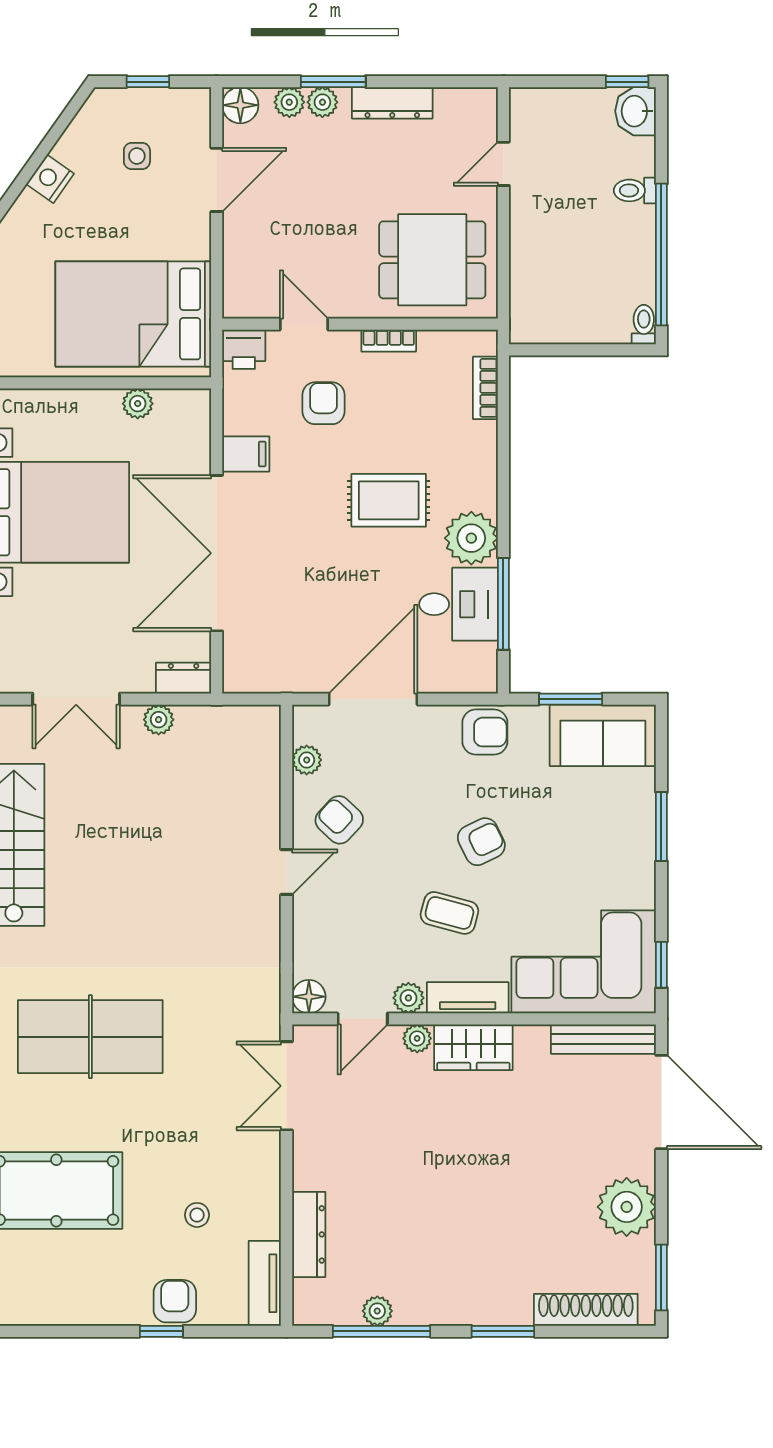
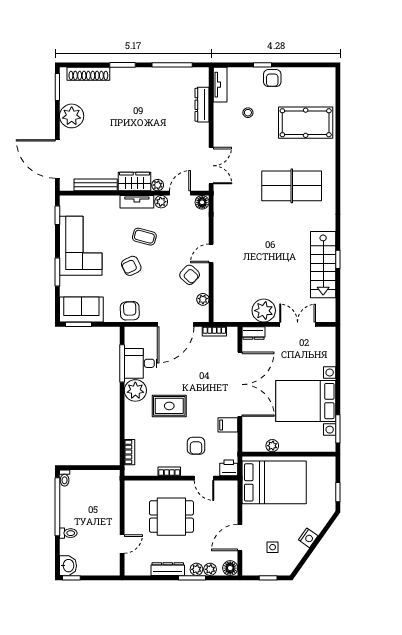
dining table: (432, 260) -> (171, 517), moved
bookcase: (279, 682) -> (214, 331), added
window: (571, 699) -> (79, 324), moved
plant: (159, 720) -> (264, 311), width x1.87, depth x1.87
armchair: (485, 732) -> (130, 311), turned 88
corner sofa: (584, 962) -> (81, 246), moved, turned -90
bench: (603, 1039) -> (96, 185), moved
armchair: (175, 1301) -> (272, 78), moved
plant: (377, 1311) -> (174, 73), removed

